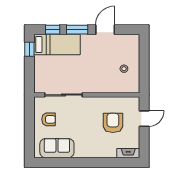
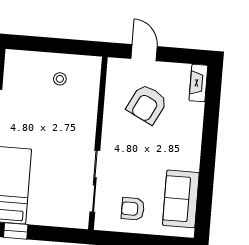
armchair: (49, 119) -> (133, 209), turned -90
armchair: (113, 123) -> (147, 104), turned -63

